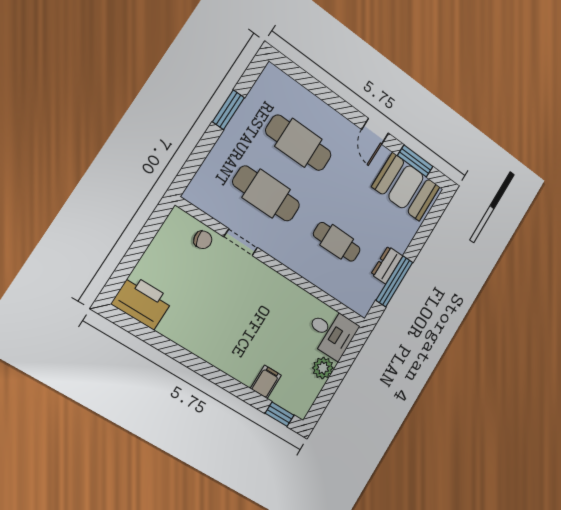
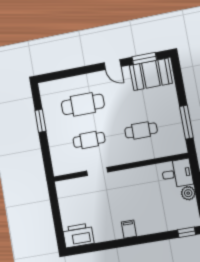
cafe table: (266, 194) -> (89, 140), width x0.73, depth x0.74
chair: (203, 240) -> (80, 186), removed
dresser: (387, 265) -> (175, 118), removed
filing cabinet: (266, 382) -> (129, 229), moved

